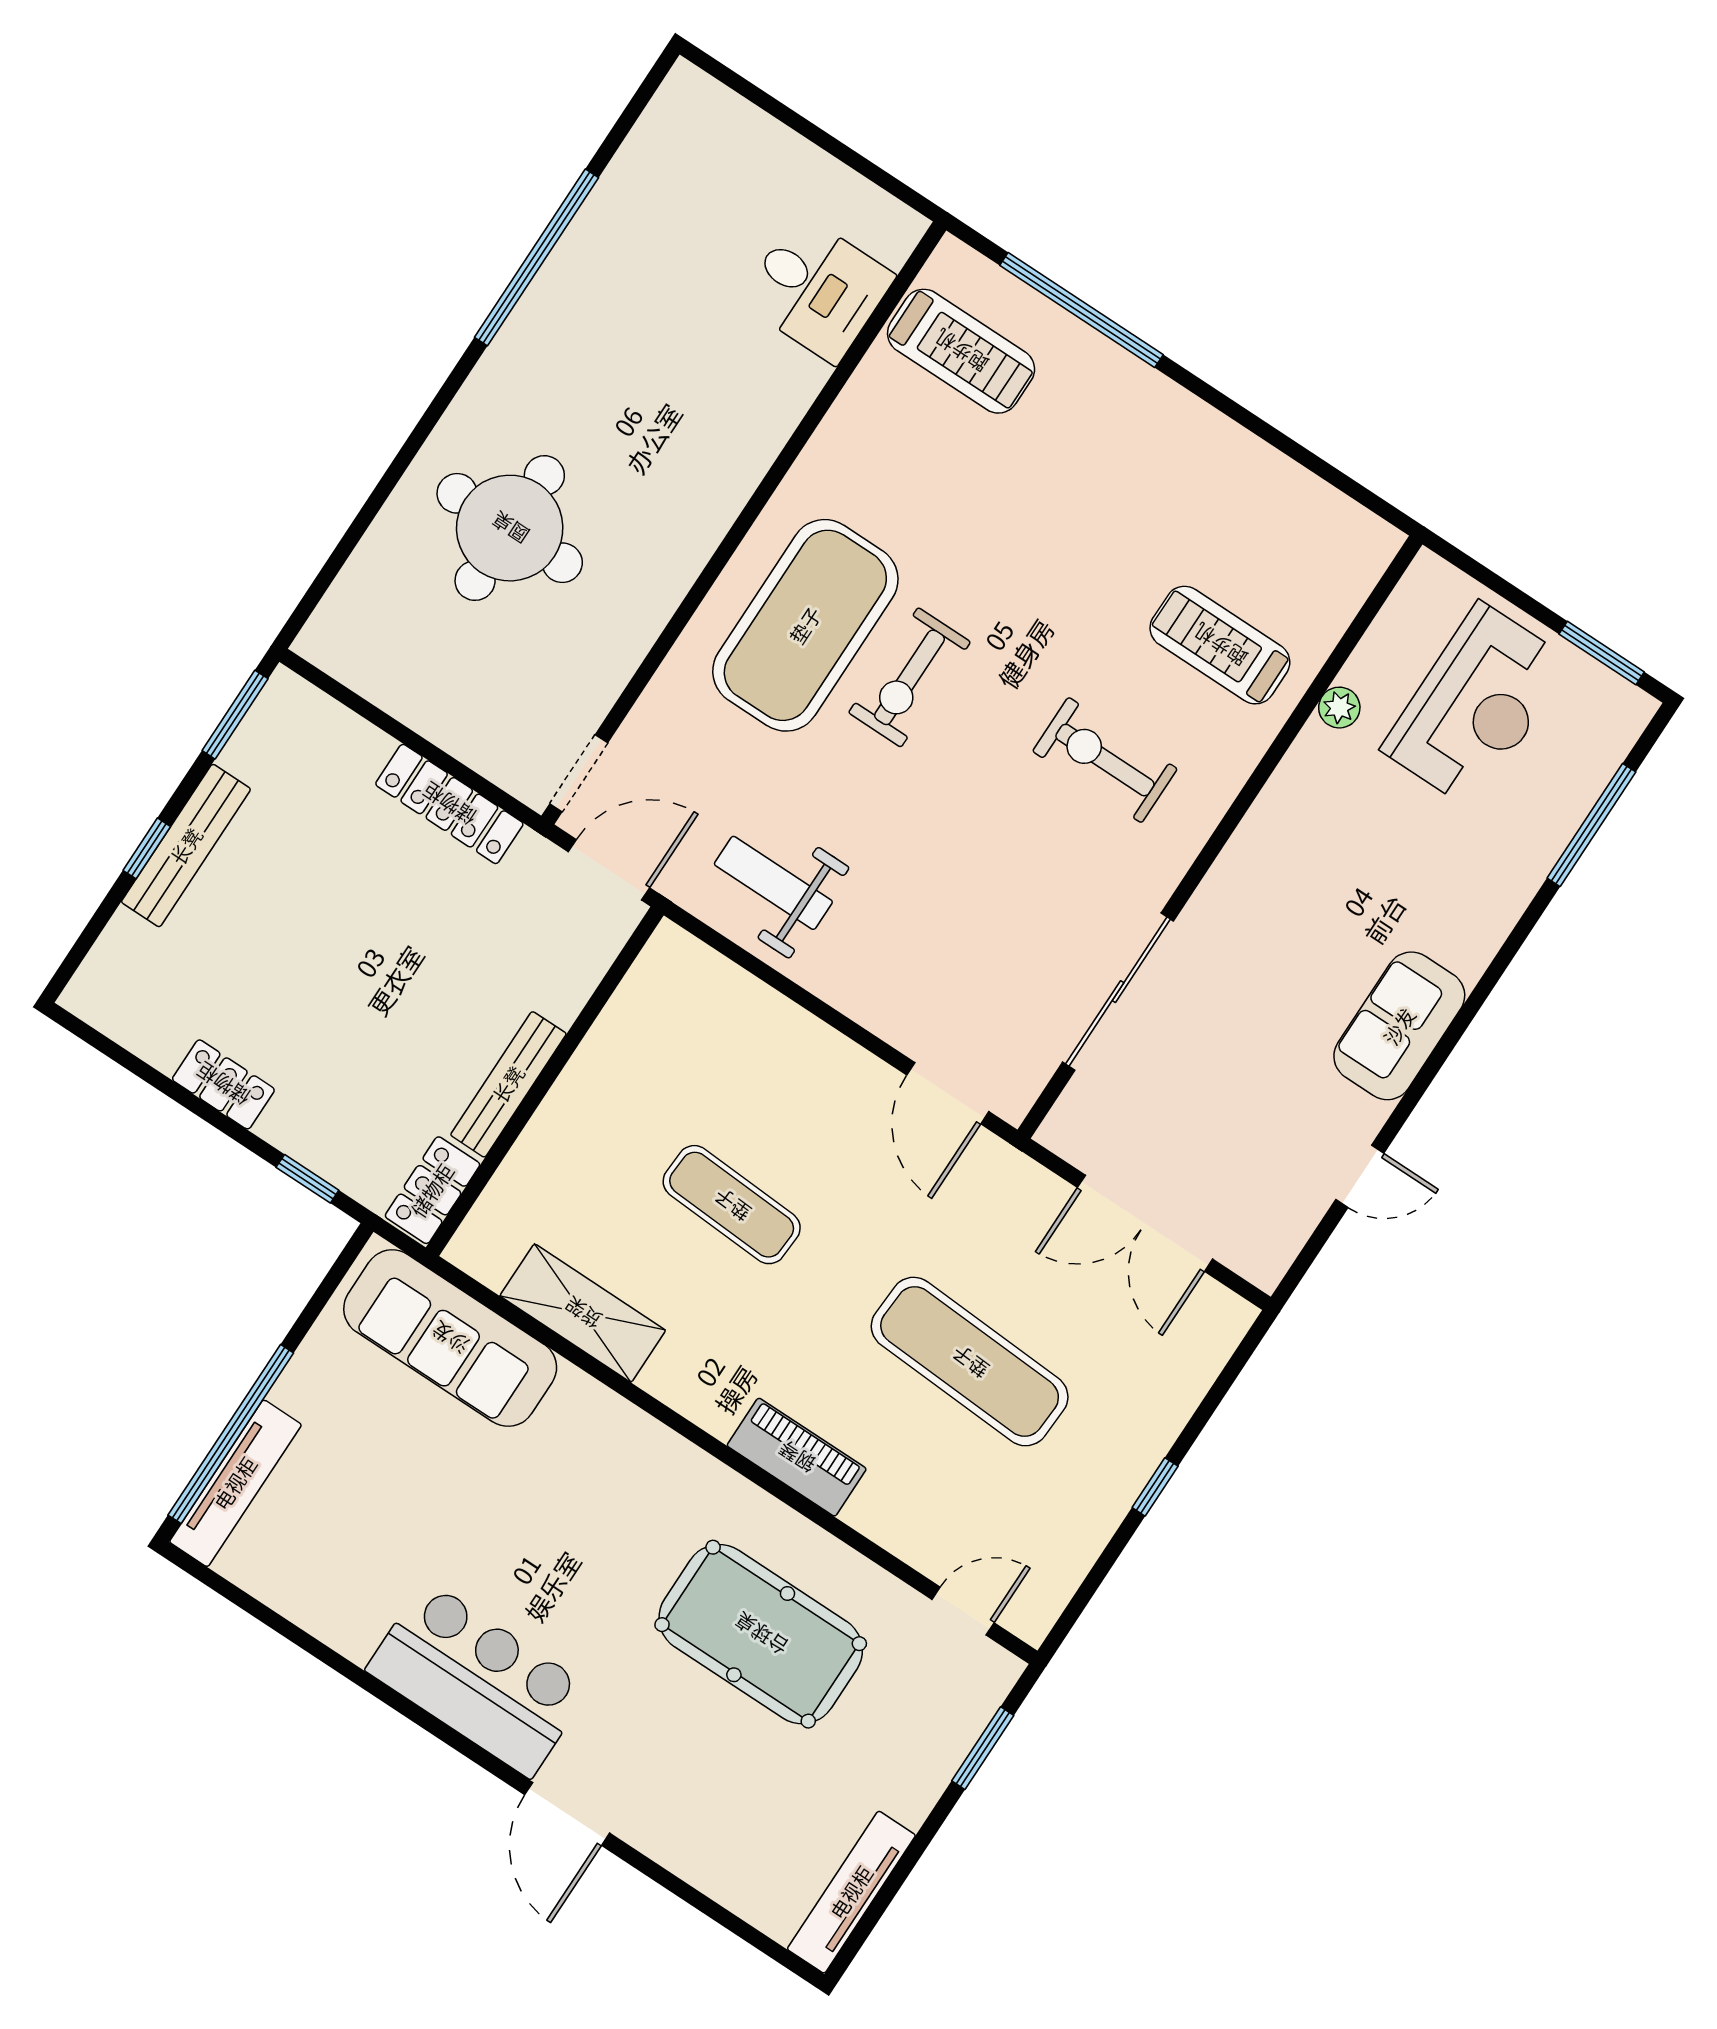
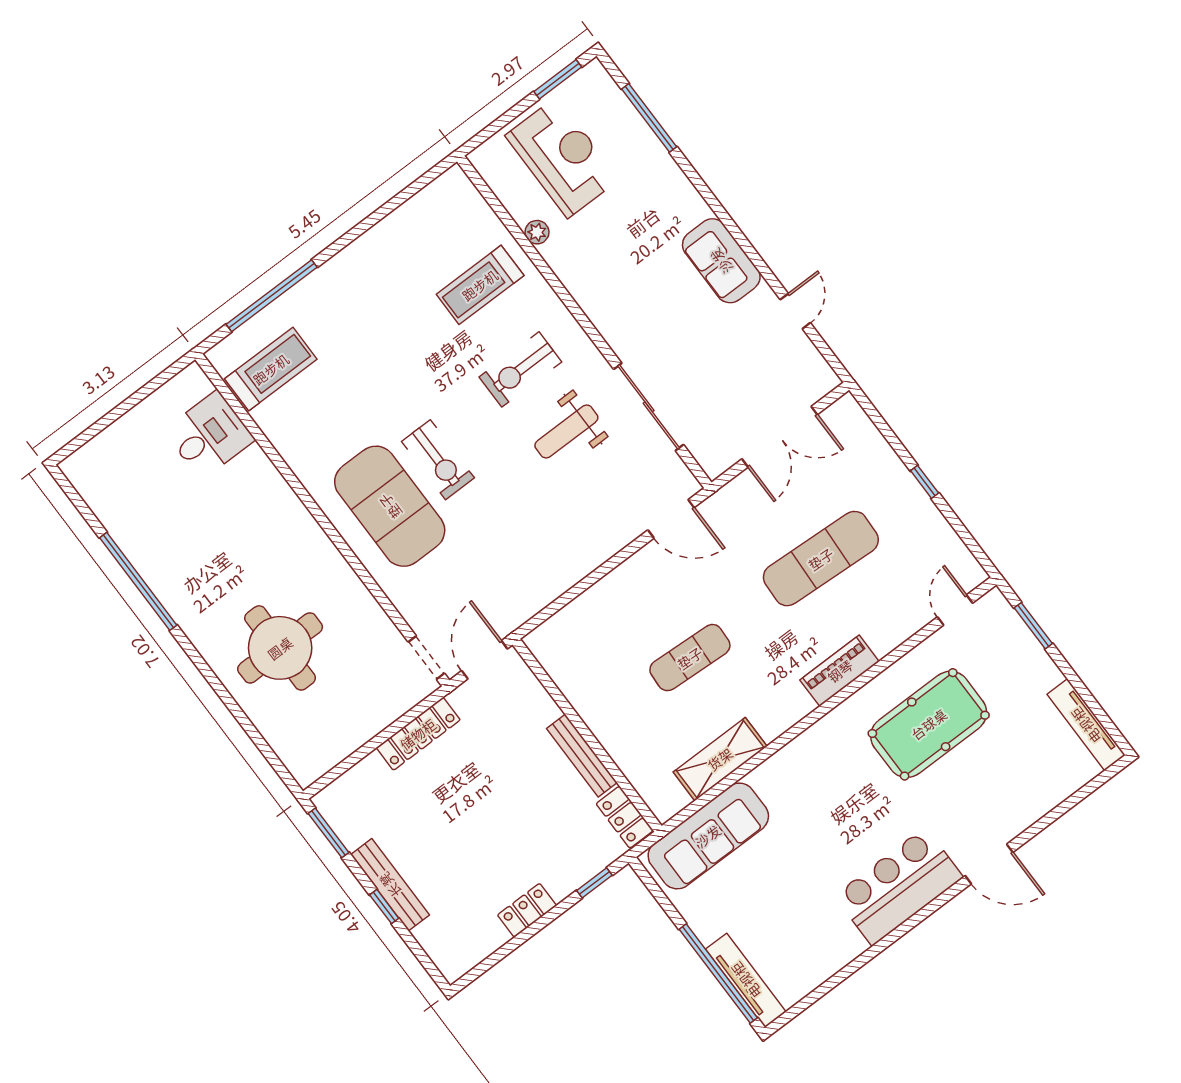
weight bench: (773, 883) -> (566, 431), moved

